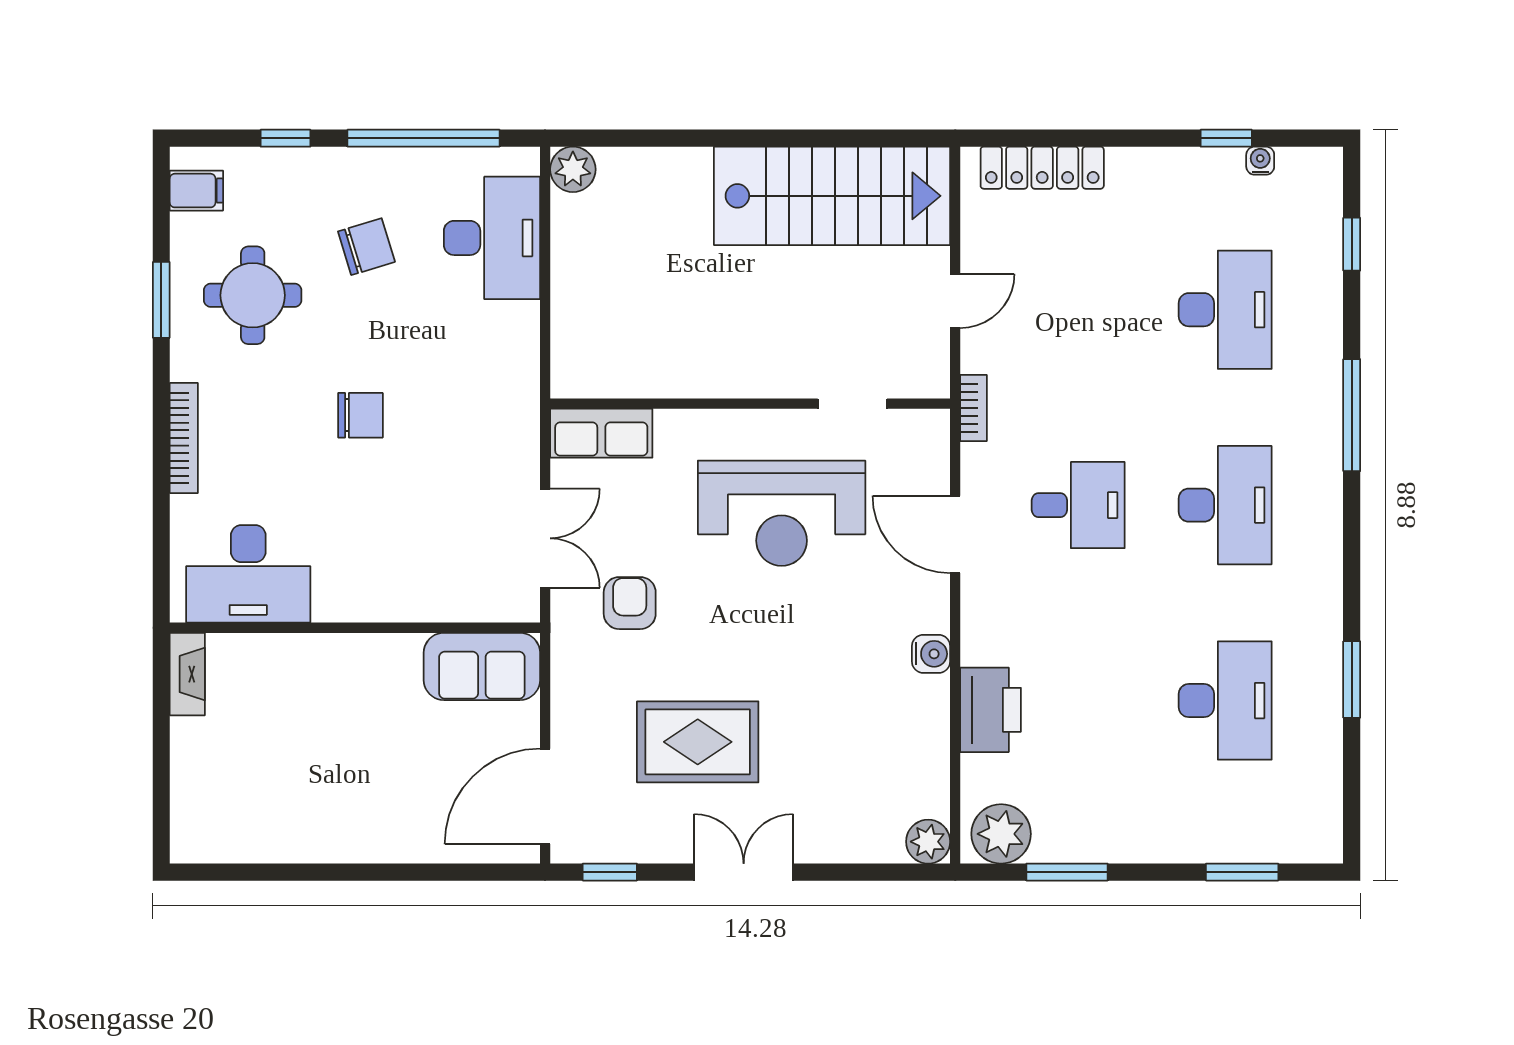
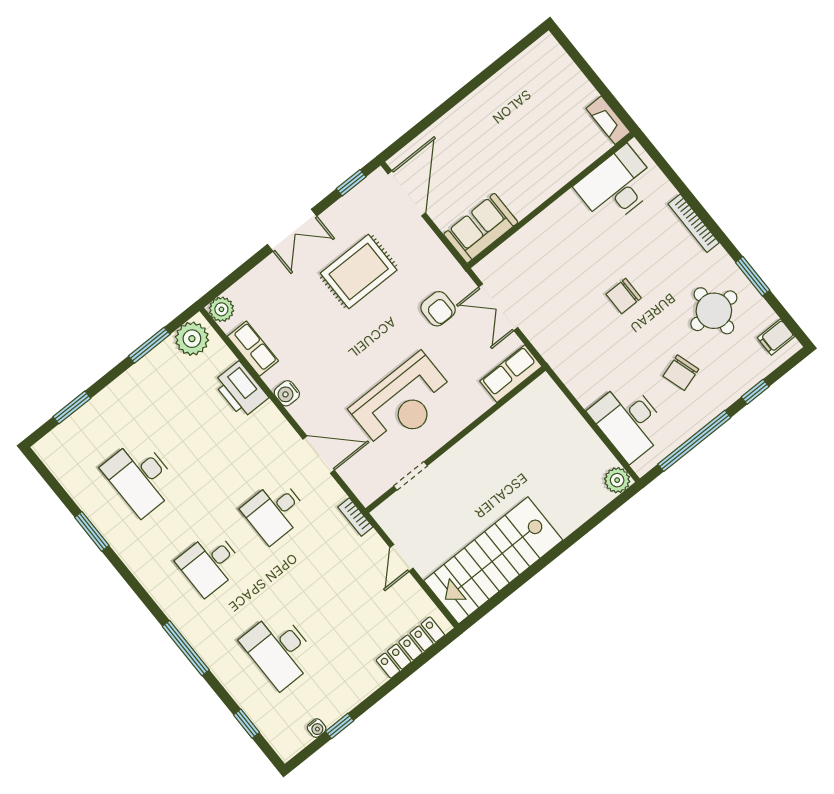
desk: (1225, 505) -> (210, 564), width x0.73
reception desk: (782, 513) -> (403, 402), turned 180
row of seats: (928, 753) -> (253, 349), added

